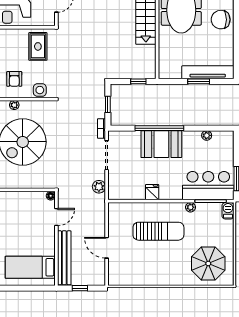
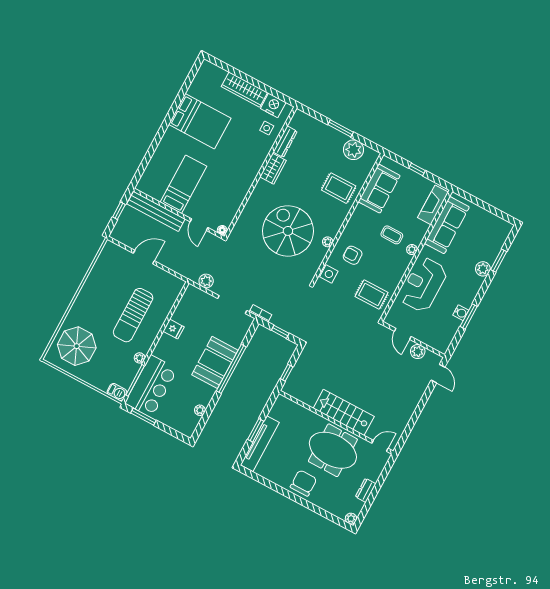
bed: (30, 267) -> (183, 184), moved

